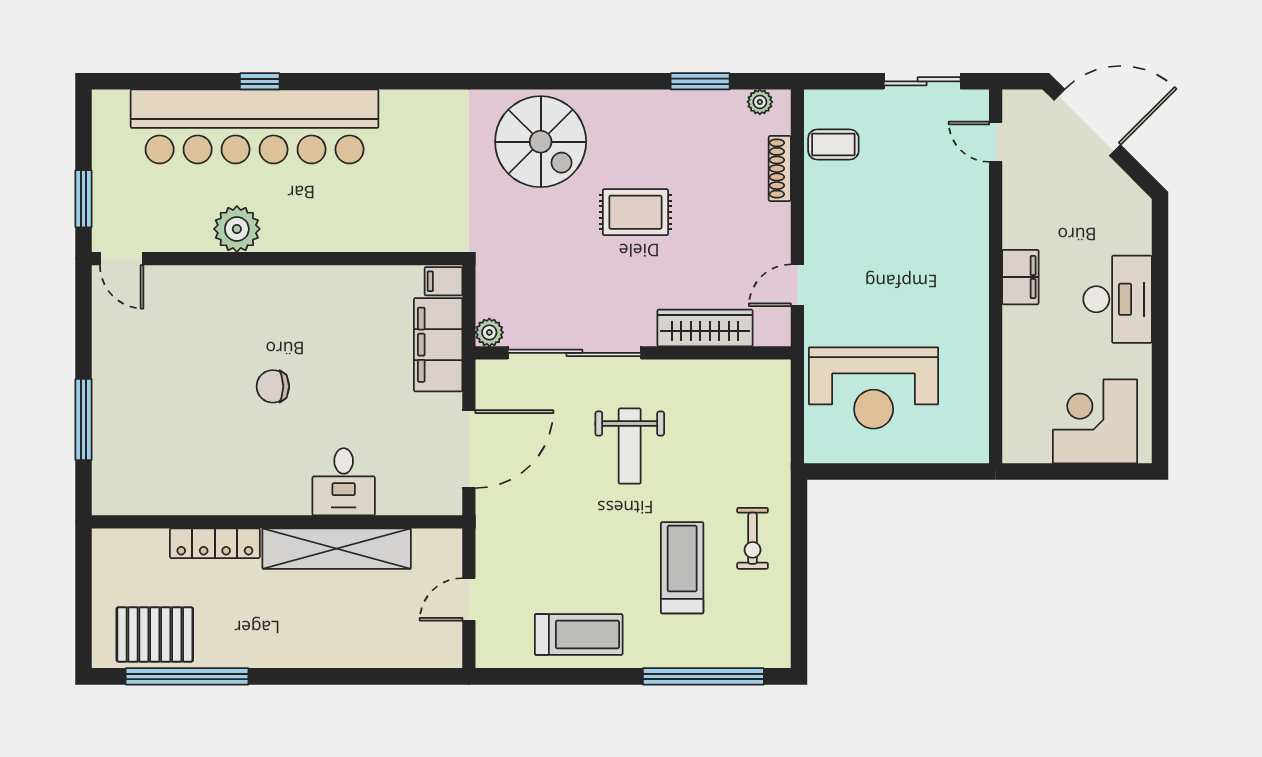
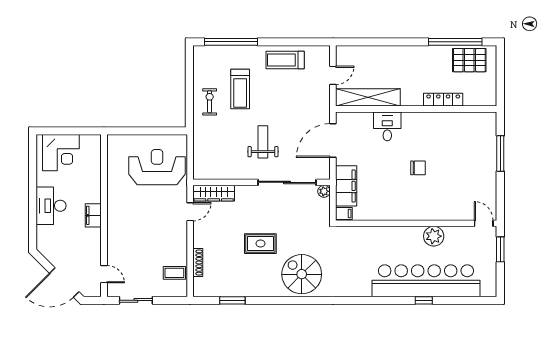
plant: (760, 102) -> (206, 291), removed
wardrobe: (705, 328) -> (214, 193), moved
shelving: (337, 549) -> (368, 97), moved

